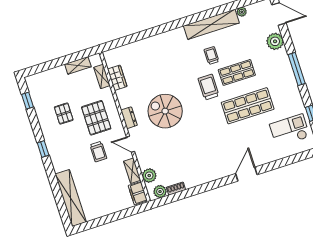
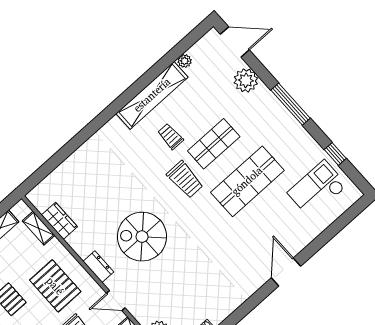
trolley: (209, 87) -> (185, 180), turned 180

